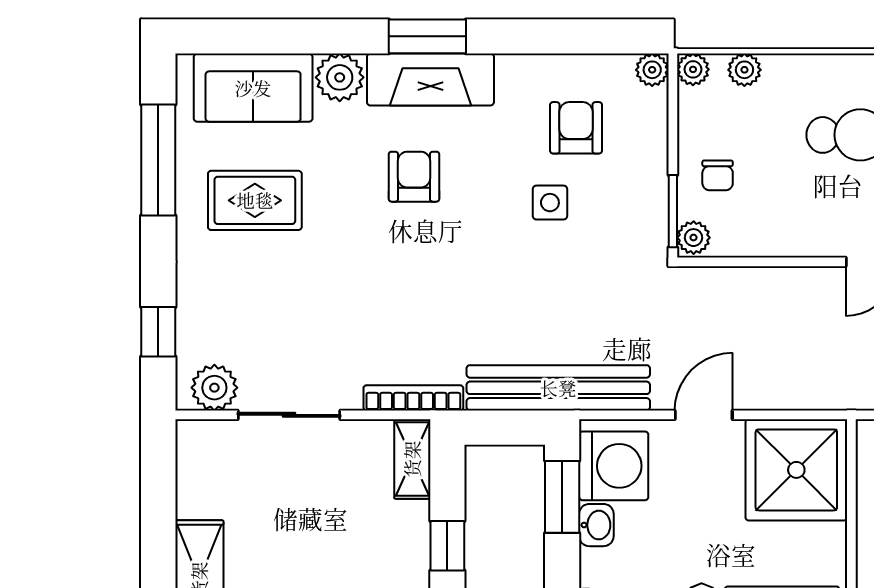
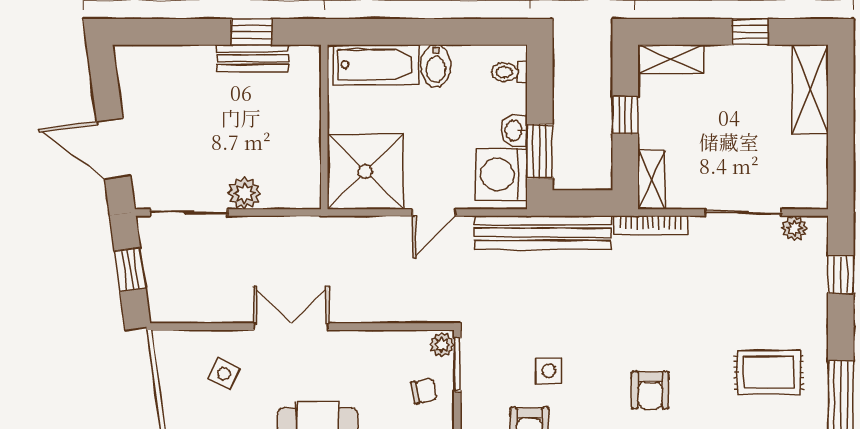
chair: (718, 175) -> (424, 391), turned 79
plant: (214, 388) -> (794, 228), width x0.73, depth x0.73

